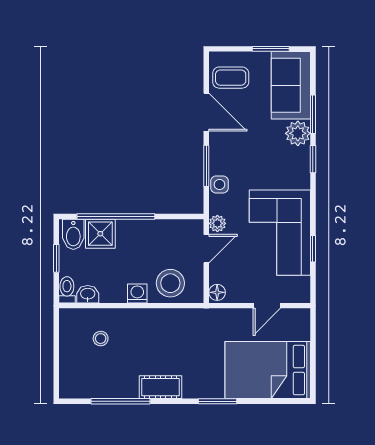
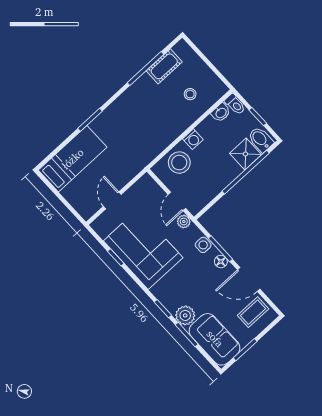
floor lamp: (217, 292) -> (221, 261), moved
bed: (268, 370) -> (73, 159), width x0.67
cot: (160, 387) -> (164, 66), moved

